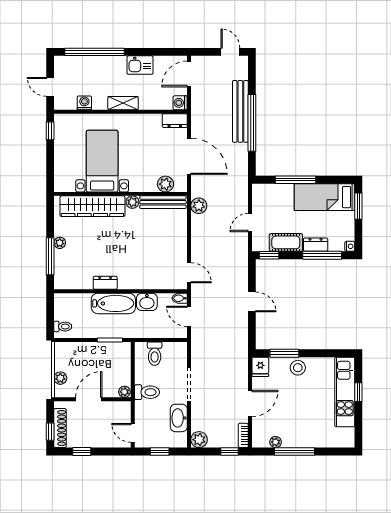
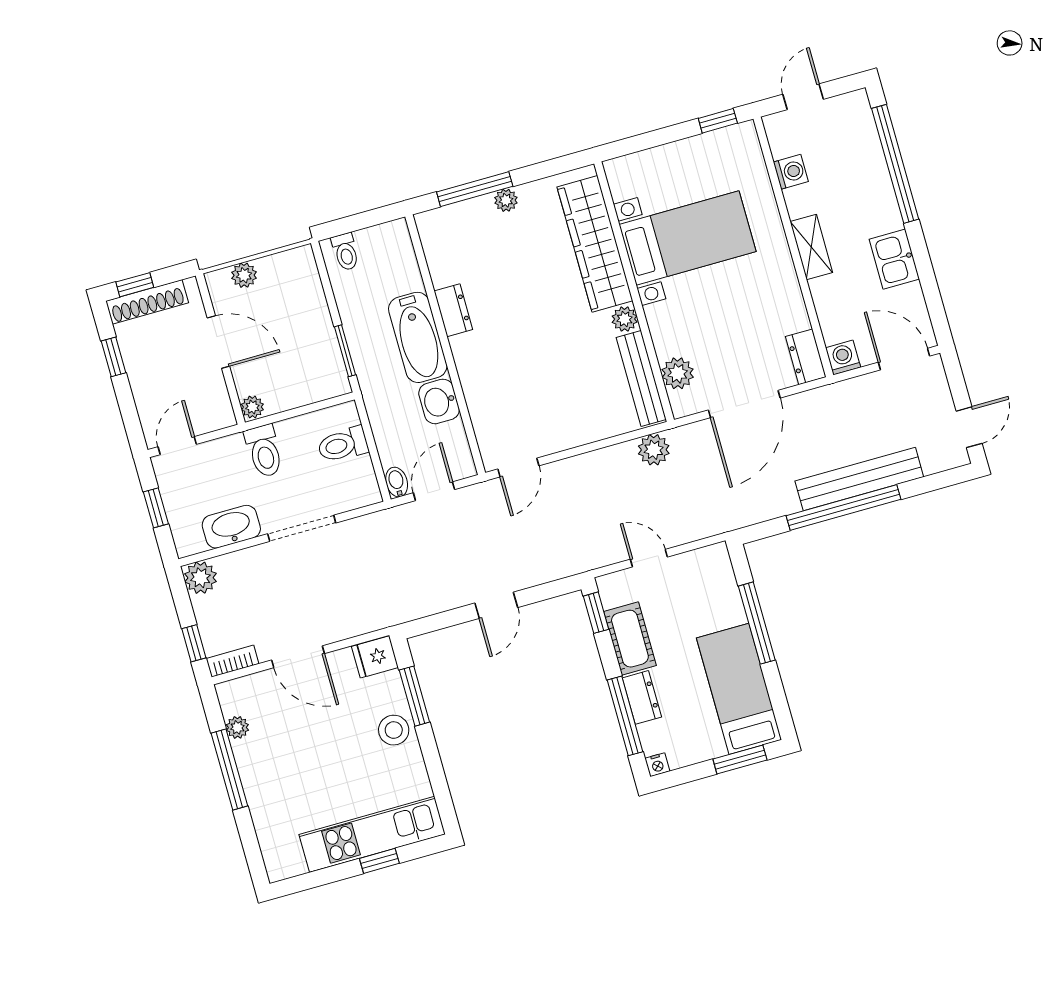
bidet: (180, 298) -> (397, 482), moved

